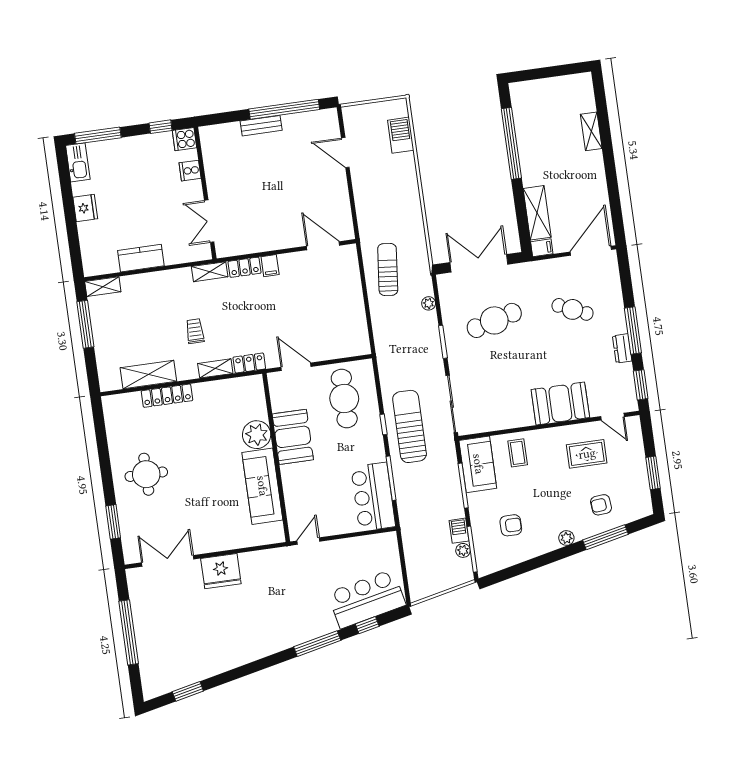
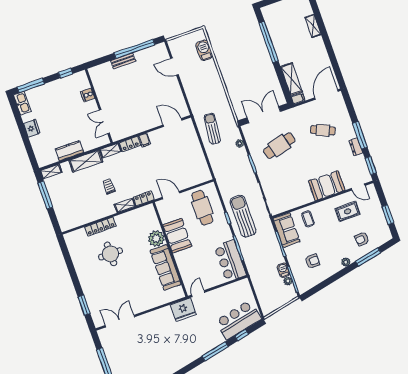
cooker: (184, 139) -> (81, 77), removed
shelving: (148, 375) -> (86, 161), moved
round table: (146, 474) -> (110, 254), moved
fridge: (221, 571) -> (183, 310), moved

